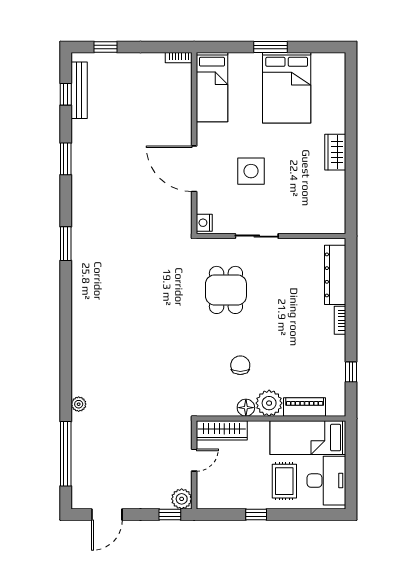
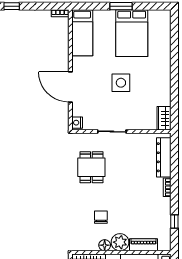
wardrobe: (335, 152) -> (164, 118), moved
side table: (251, 171) -> (121, 83), moved

